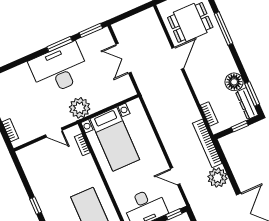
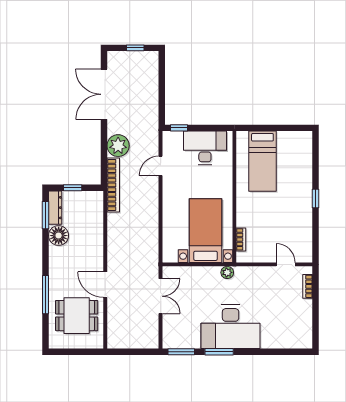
double door: (123, 58) -> (161, 296), moved
door: (178, 58) -> (105, 285), hinge flipped
plant: (80, 108) -> (227, 272), width x0.53, depth x0.53
bookcase: (209, 114) -> (98, 214), removed
door: (54, 133) -> (286, 264), moved
door: (175, 176) -> (161, 166), swing flipped

